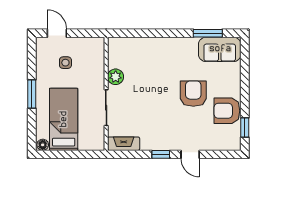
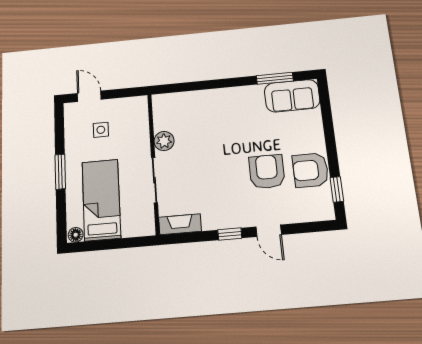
armchair: (193, 94) -> (267, 172), moved

